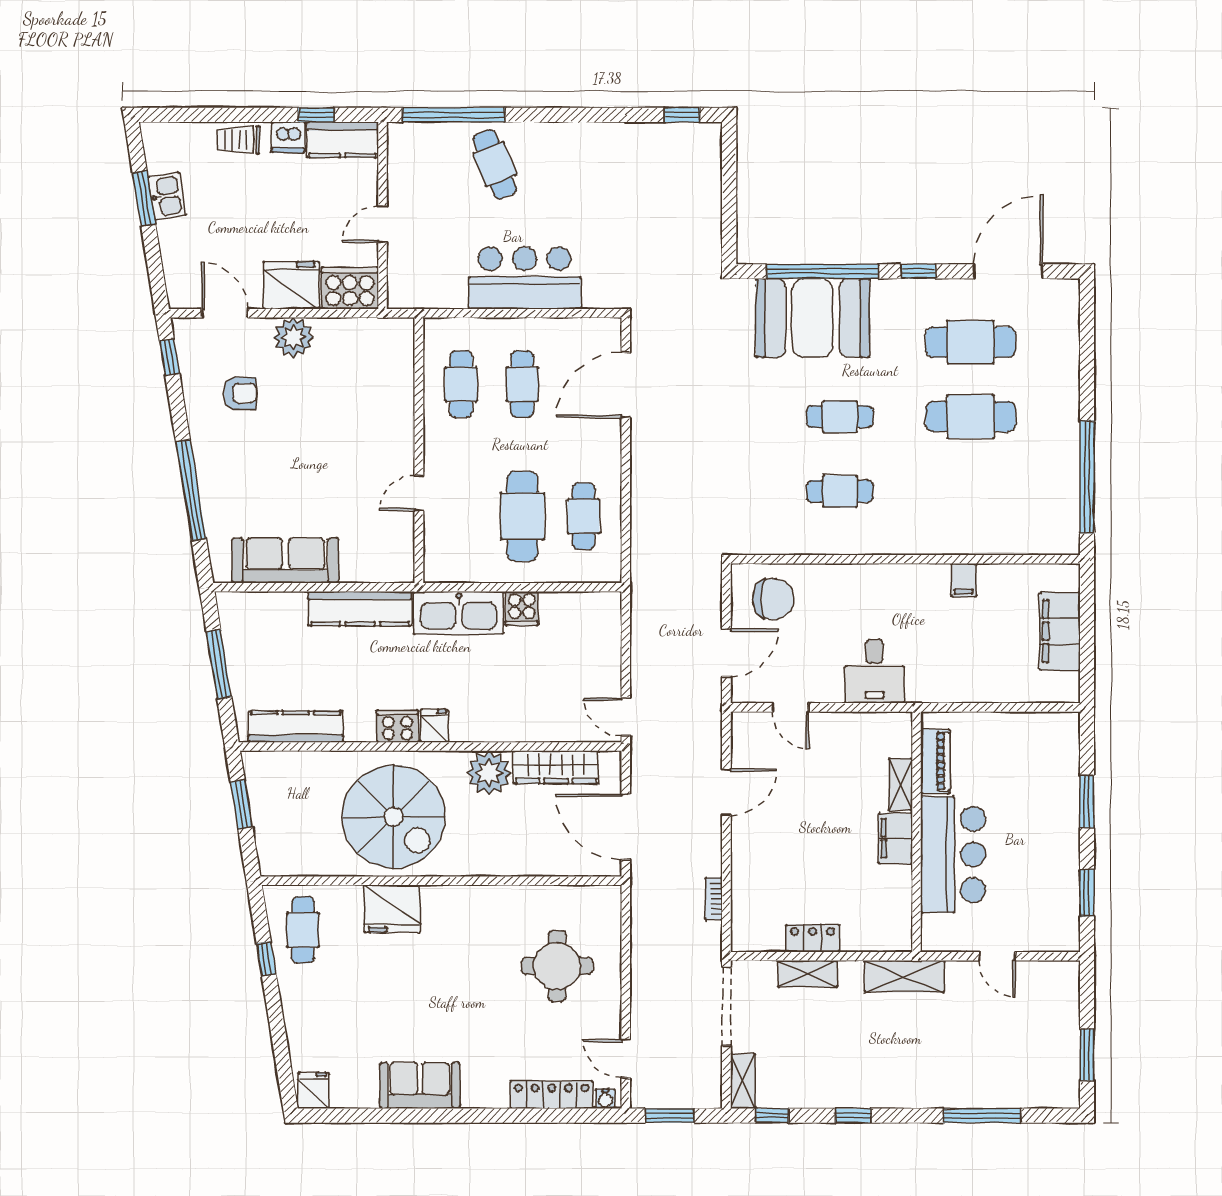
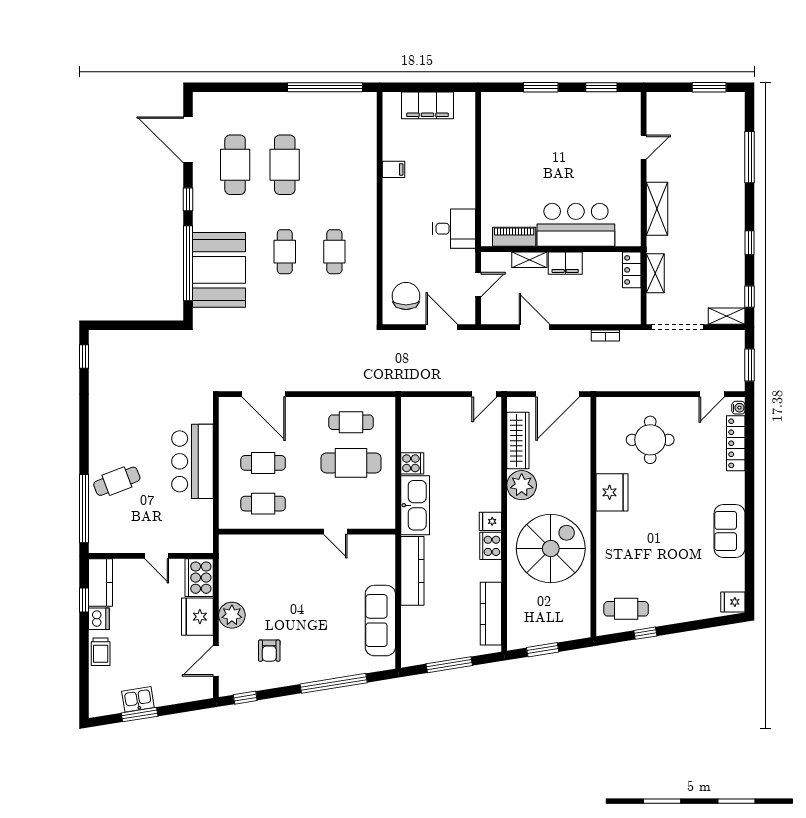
armchair: (240, 393) -> (269, 651), turned 180
piano: (935, 761) -> (514, 237), moved
shelving: (900, 785) -> (529, 260), moved
wall: (916, 832) -> (561, 249), moved
filing cabinet: (895, 838) -> (565, 263), moved
bar counter: (953, 854) -> (576, 225), moved
fridge: (392, 909) -> (612, 492), moved

